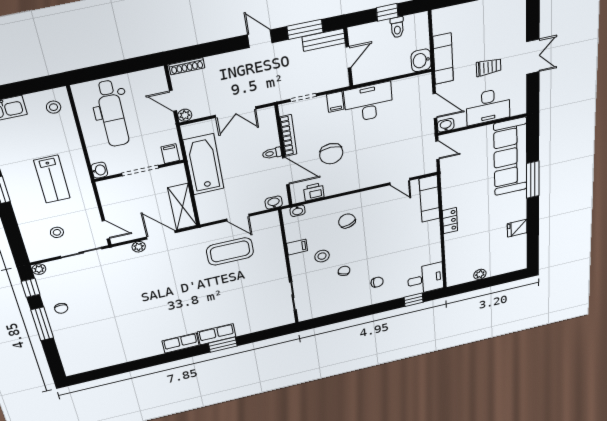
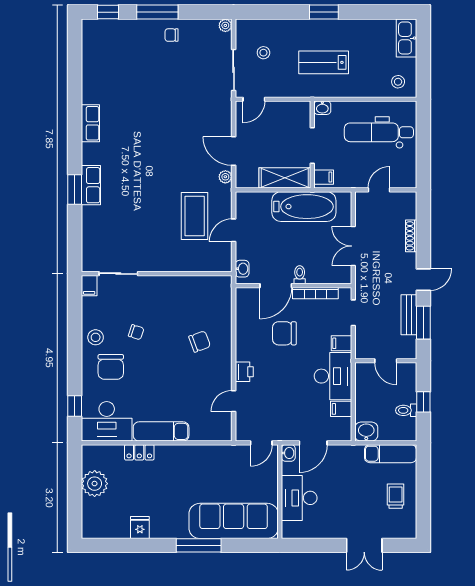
bench: (324, 40) -> (409, 315), moved
double door: (533, 57) -> (364, 545), moved
exam couch: (443, 59) -> (391, 454), moved
shoe rack: (187, 66) -> (411, 236), moved
trolley: (489, 67) -> (396, 496), moved, turned 180
filing cabinet: (400, 88) -> (341, 409), added
plant: (185, 115) -> (361, 198), removed
printer: (314, 192) -> (244, 372), moved
exam couch: (430, 199) -> (161, 431), moved
shelving: (182, 207) -> (285, 178), moved
washbasin: (298, 211) -> (226, 292), removed
locker: (450, 221) -> (139, 452), moved
door: (161, 235) -> (234, 151), swing flipped
plant: (139, 247) -> (225, 177), moved
filing cabinet: (297, 247) -> (89, 286), moved
stool: (322, 256) -> (96, 337), moved
plant: (480, 274) -> (95, 484), width x1.88, depth x1.88
desk: (426, 279) -> (107, 421), width x1.37
chair: (377, 282) -> (111, 367), width x1.87, depth x1.87
window: (31, 288) -> (108, 12), moved
row of seats: (181, 343) -> (90, 123), moved

